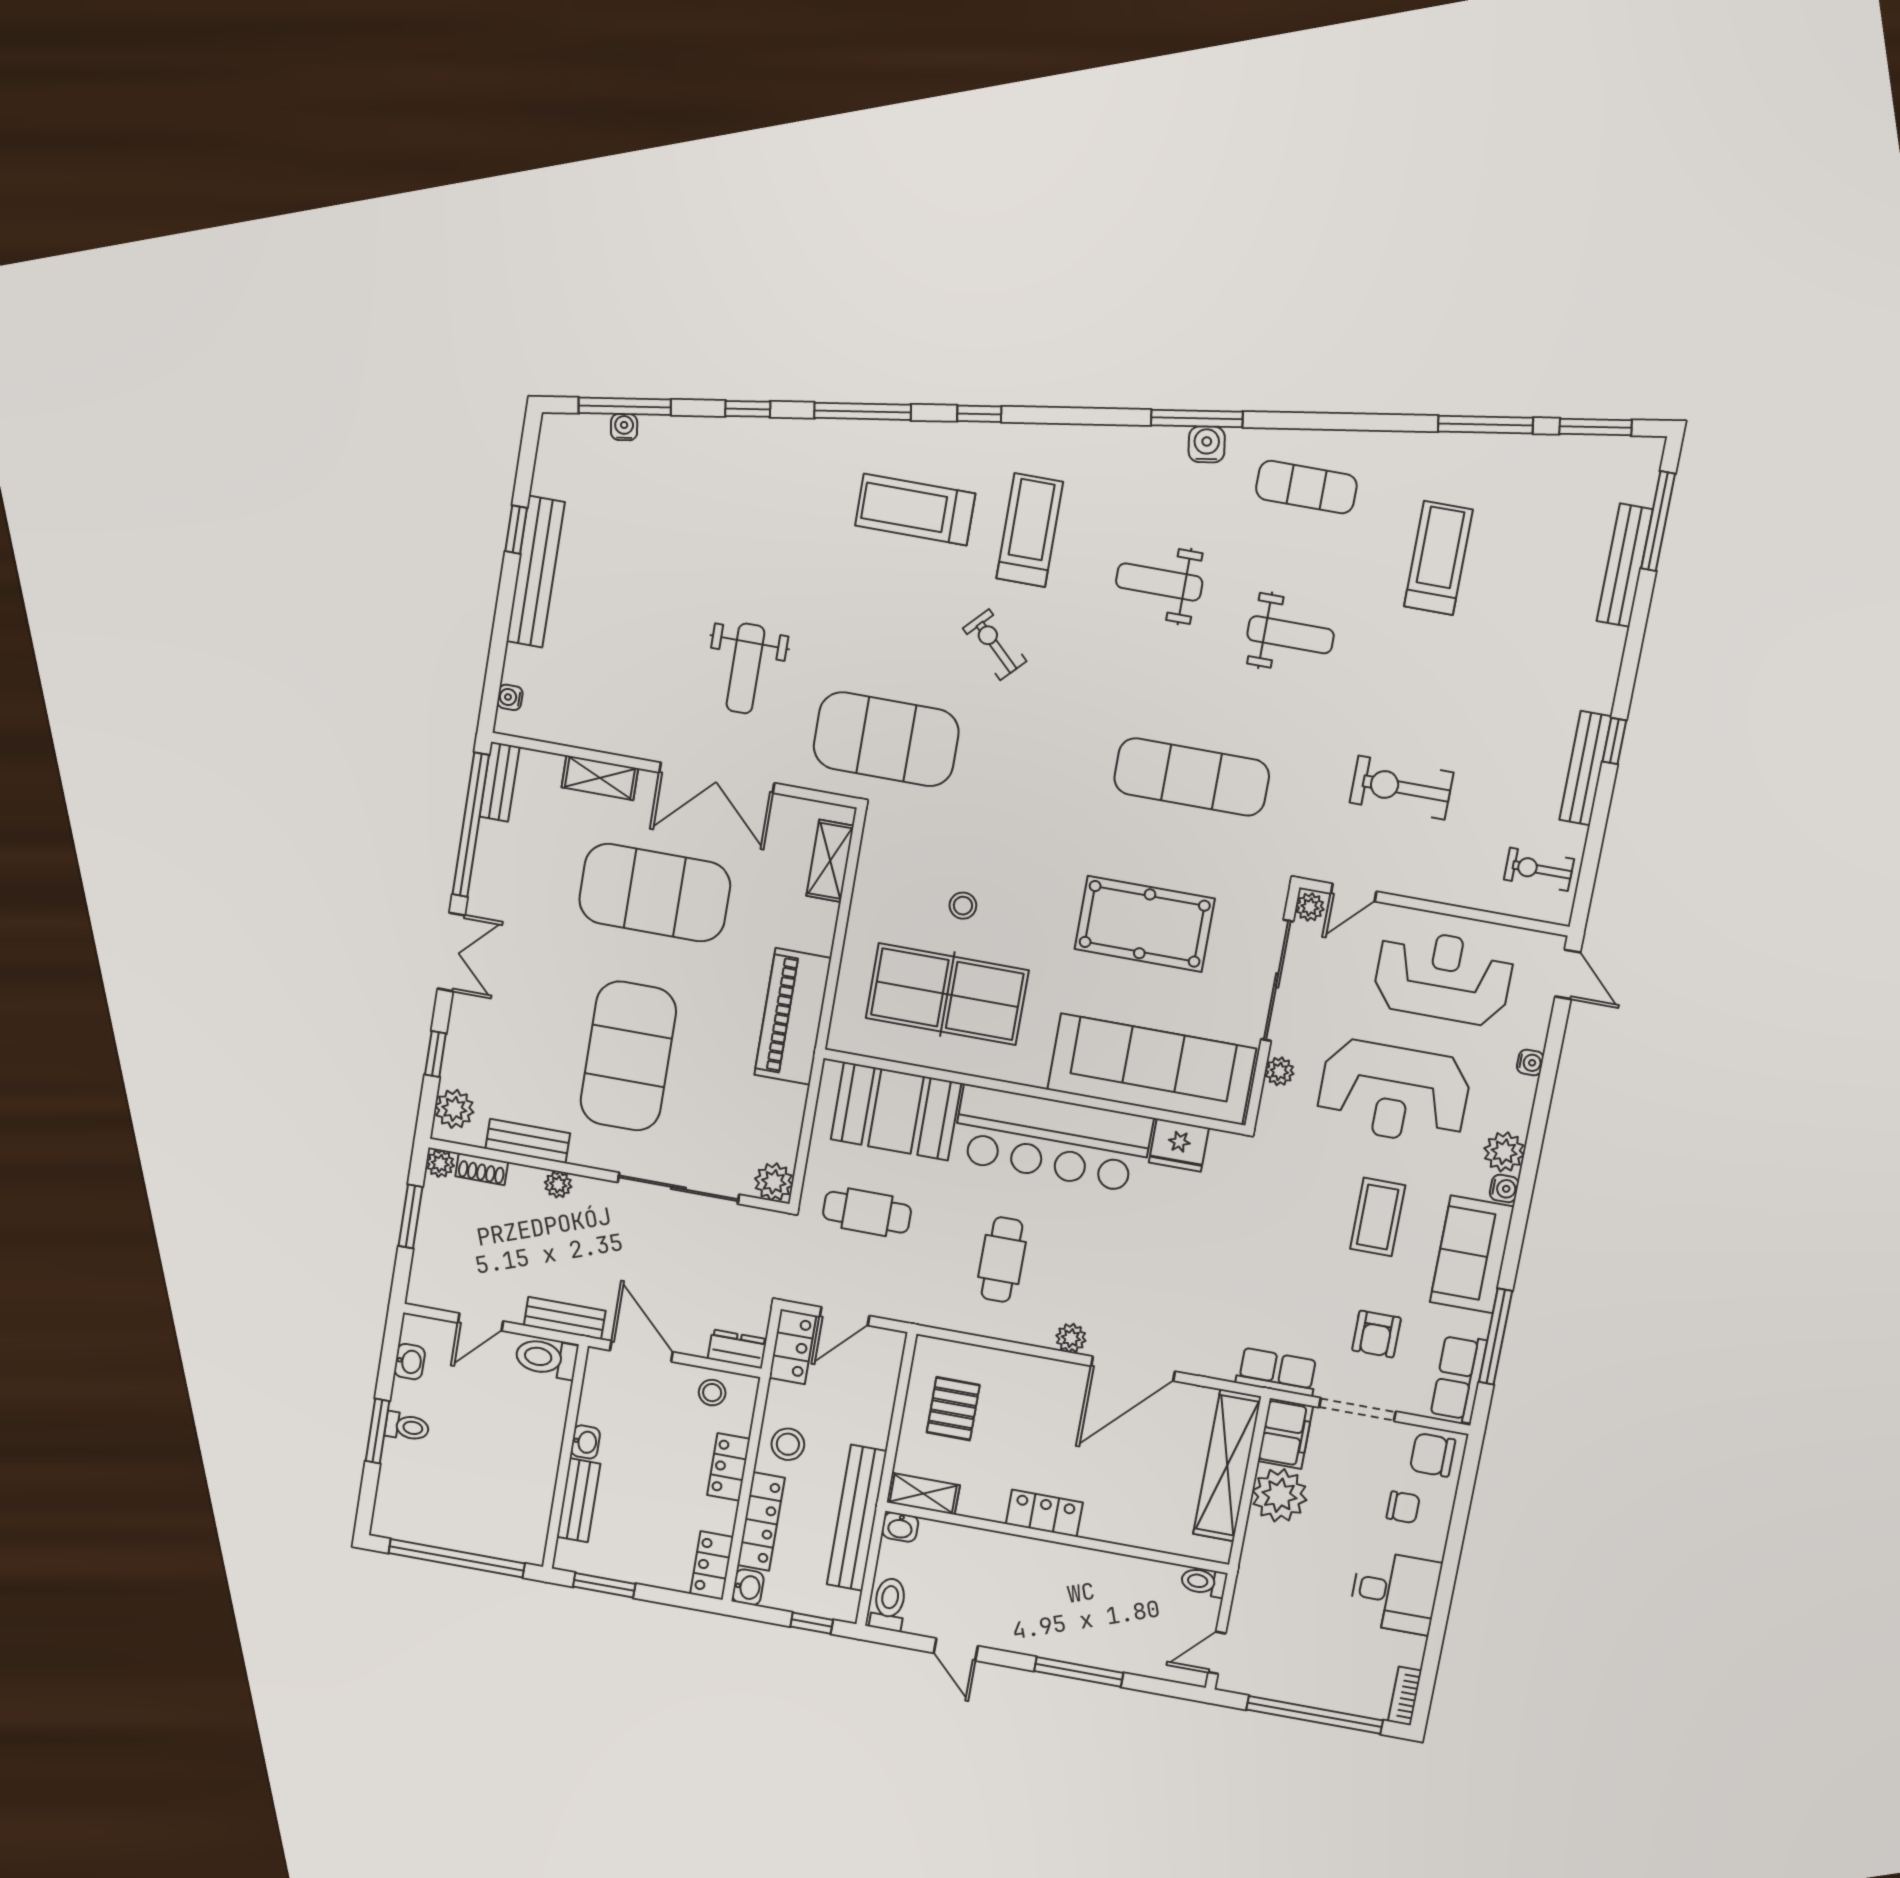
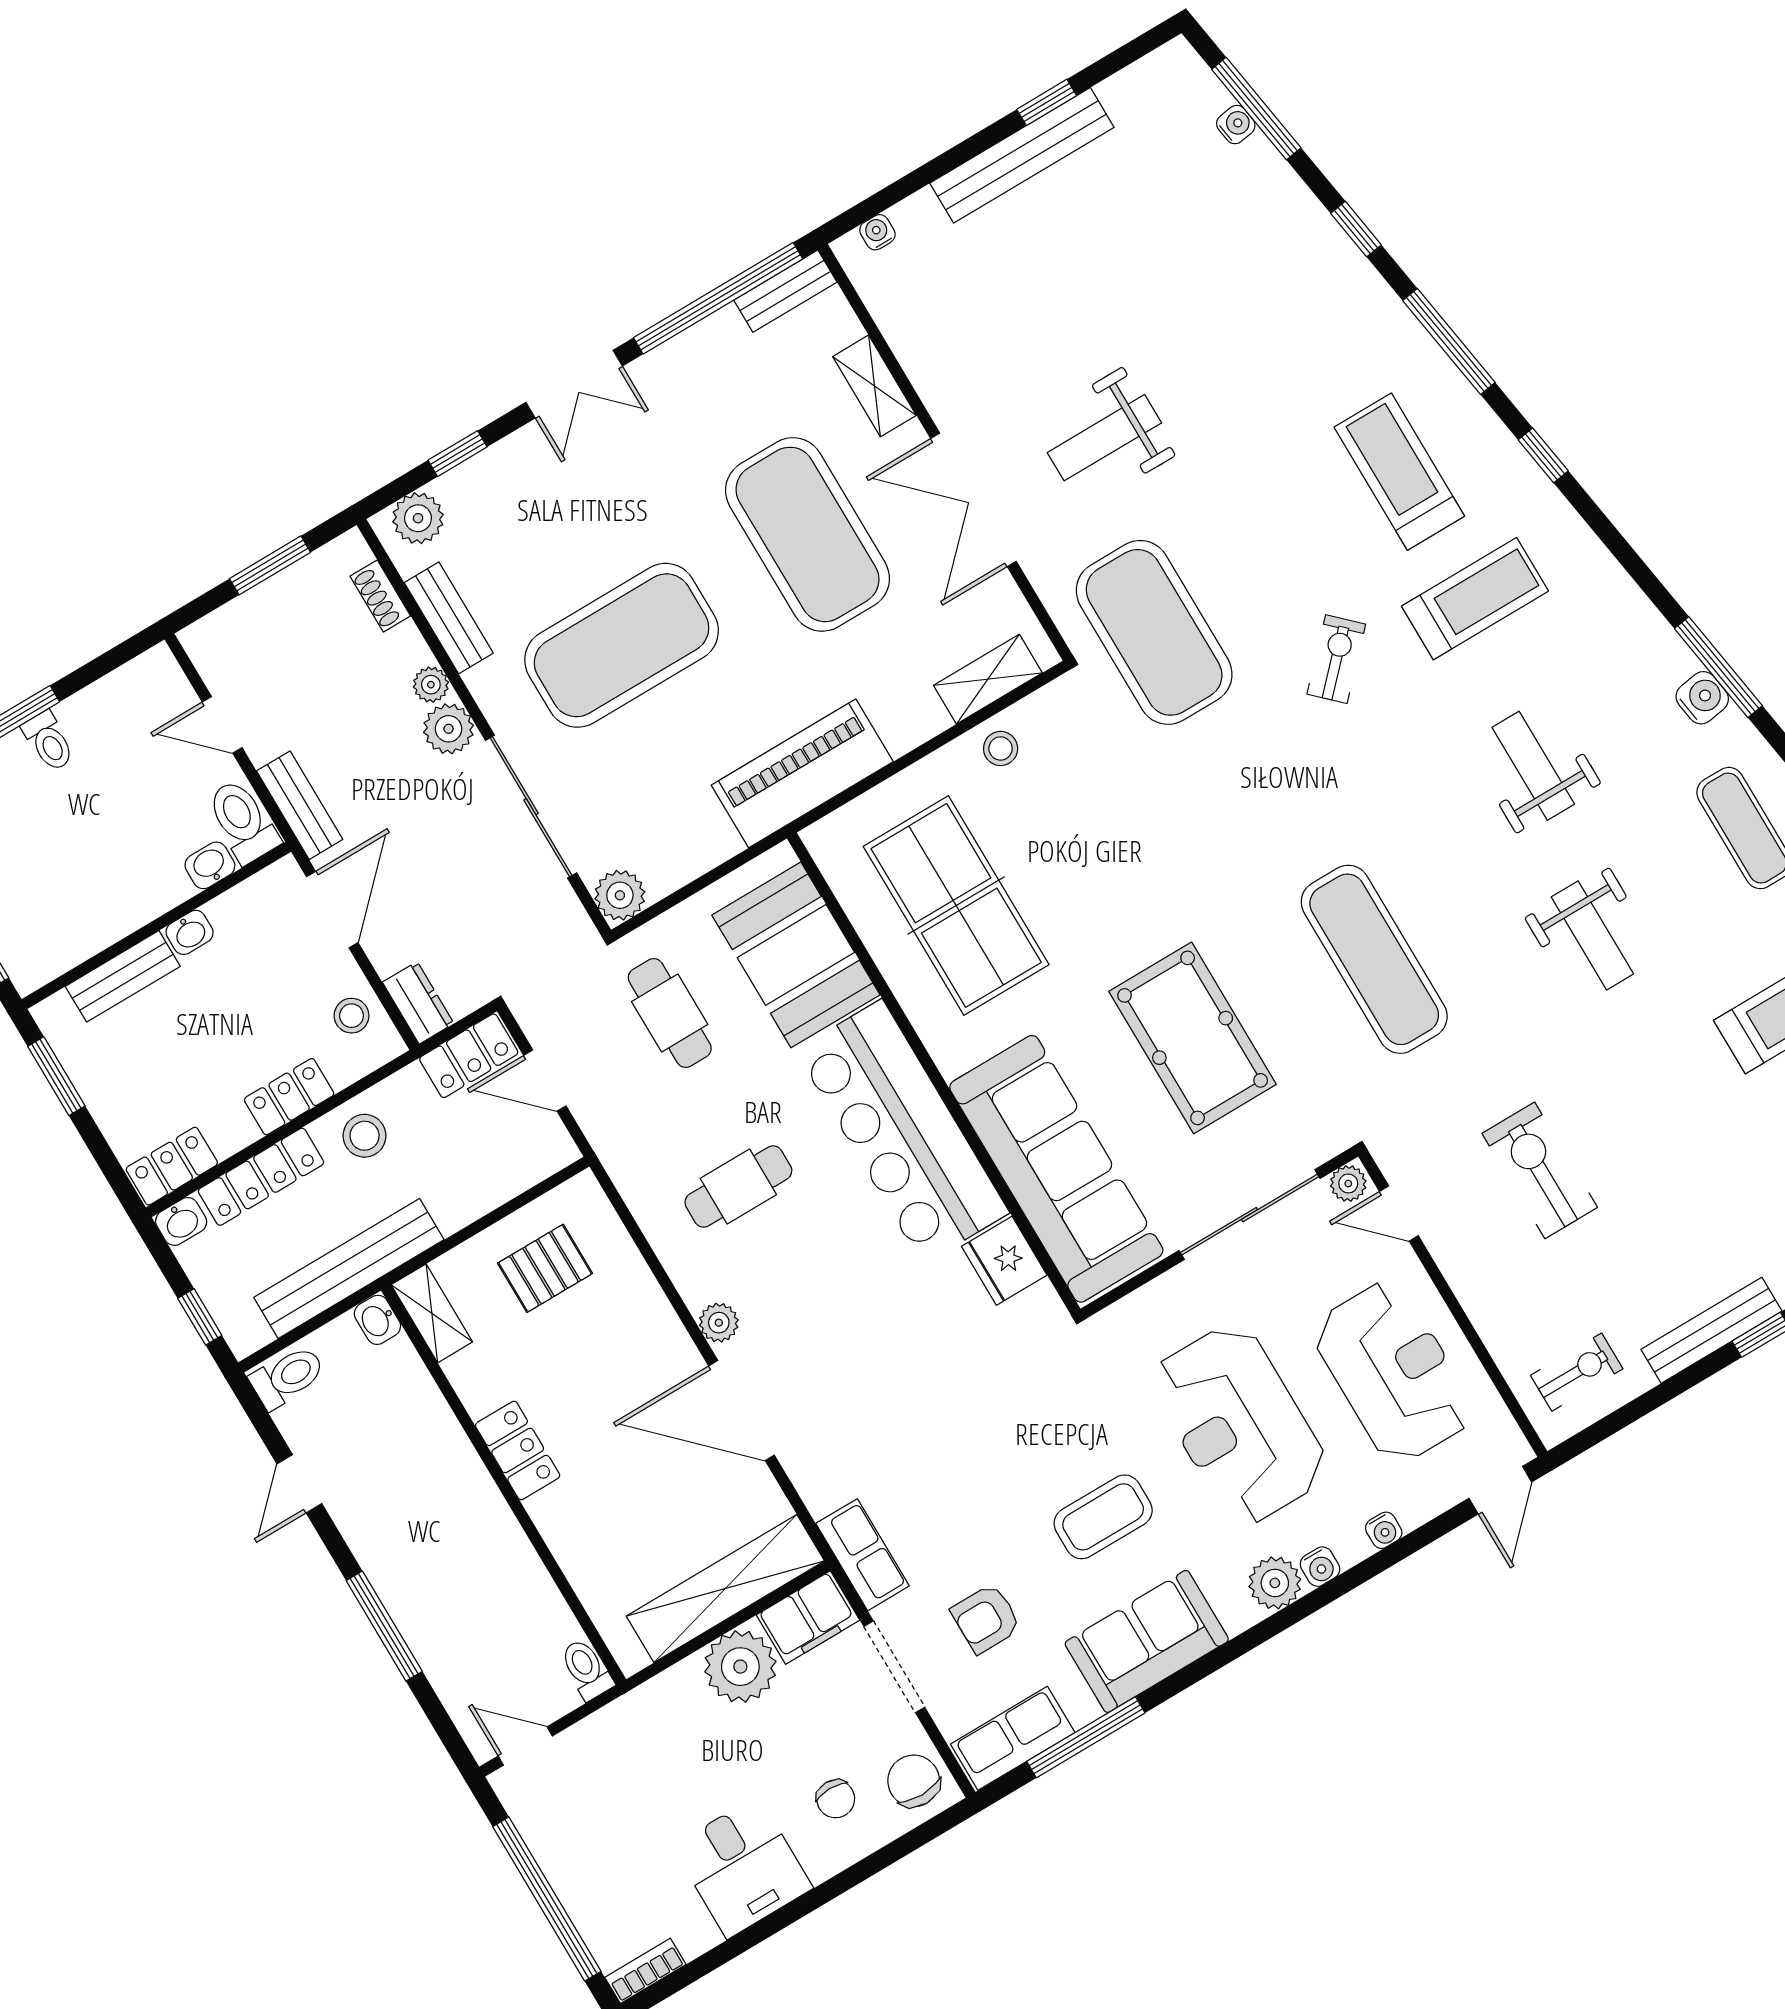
exercise bike: (1539, 869) -> (1577, 1372), turned 90
stool: (963, 906) -> (1001, 748), moved
plant: (1279, 1071) -> (1163, 1295), removed
plant: (440, 1163) -> (449, 729), moved, width x1.38, depth x1.38
water cooler: (1504, 1188) -> (1320, 1567), moved
washbasin: (410, 1362) -> (210, 865), moved, turned 180

